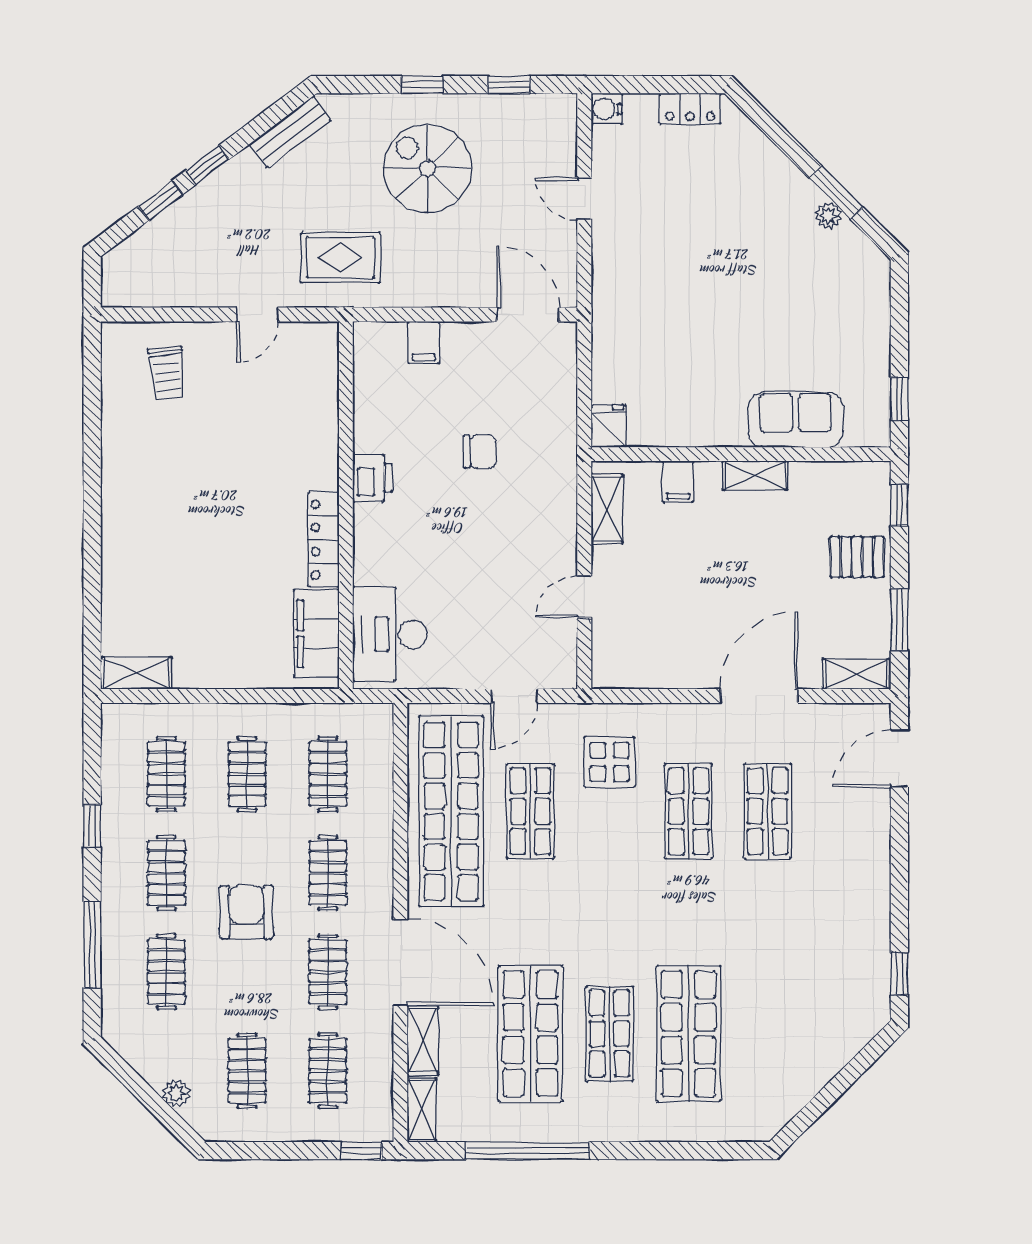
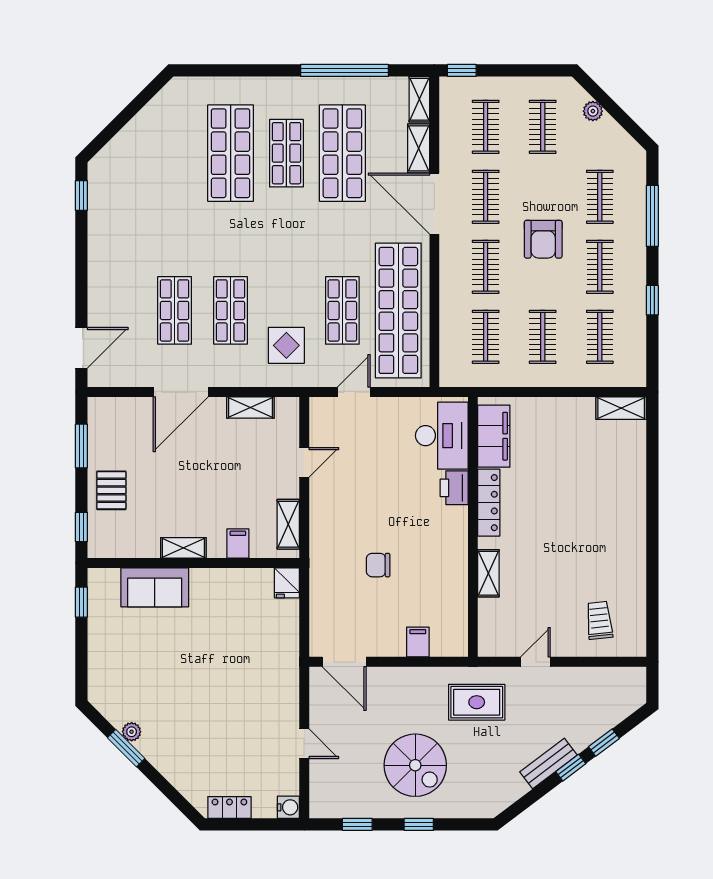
bench: (290, 132) -> (548, 763), moved
shelving: (324, 440) -> (488, 573), added
printer: (372, 478) -> (454, 488), moved
pallet: (857, 557) -> (111, 490), turned 90
shelving: (856, 674) -> (250, 408), moved

